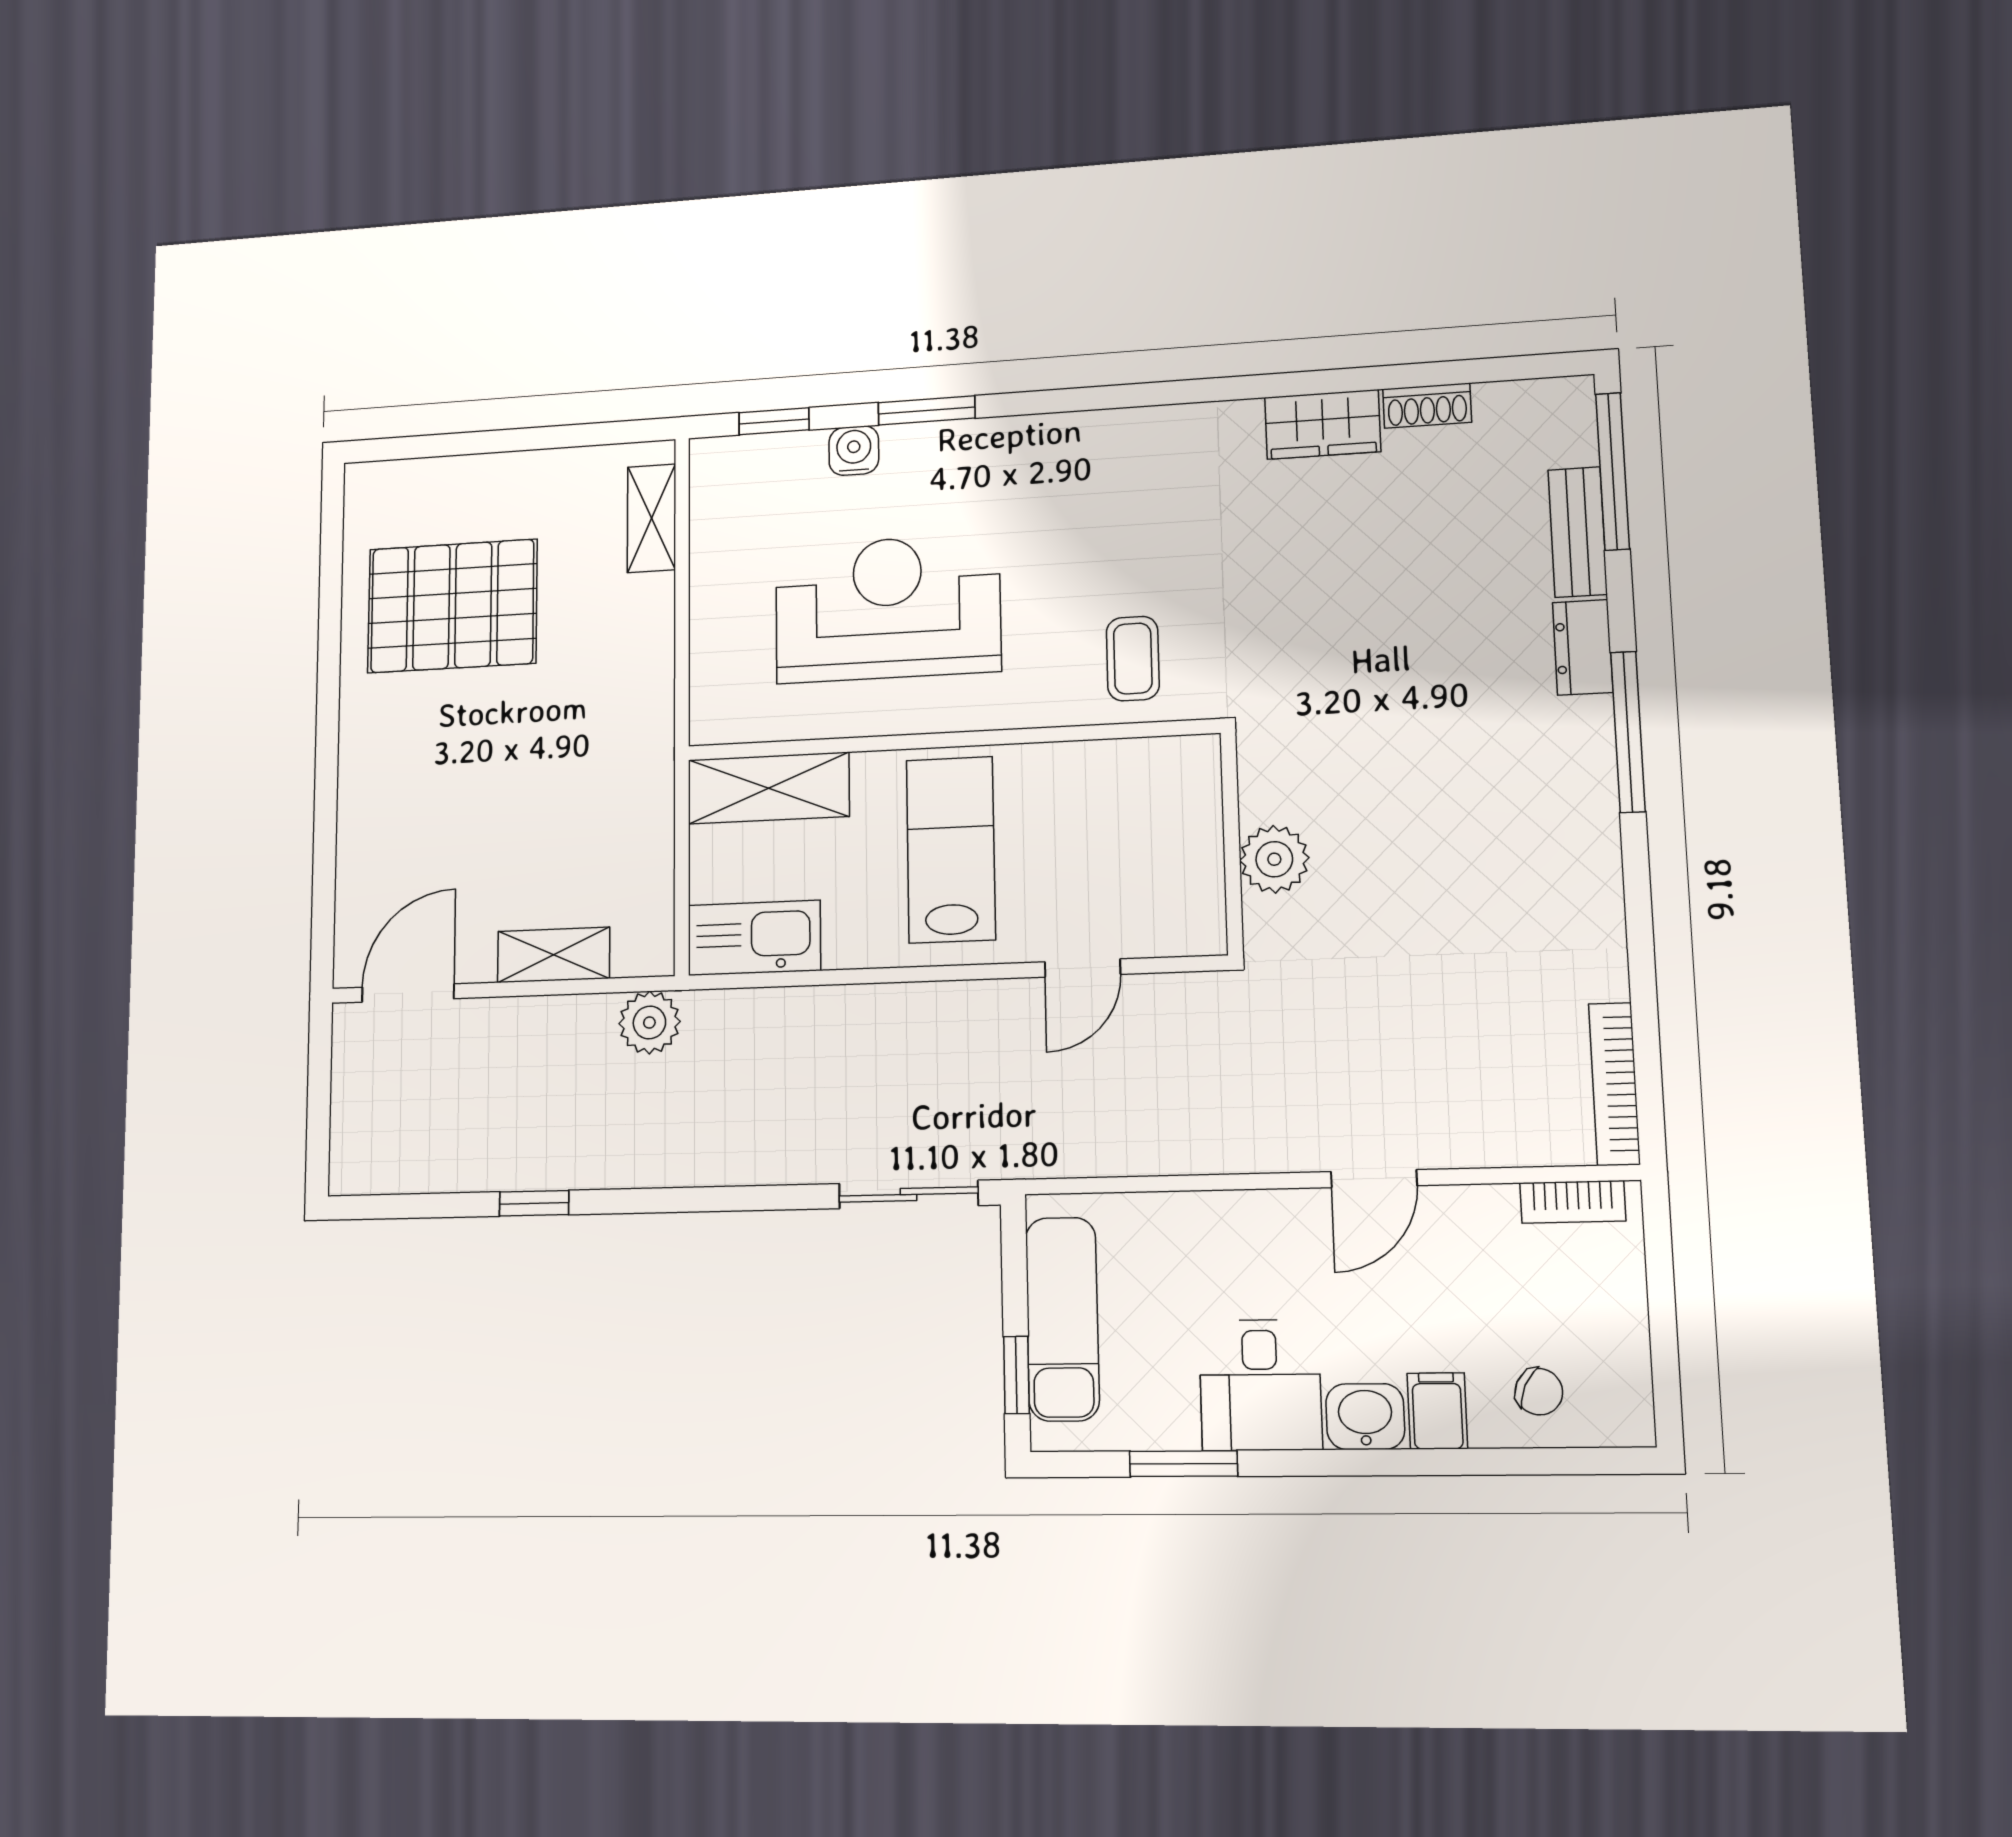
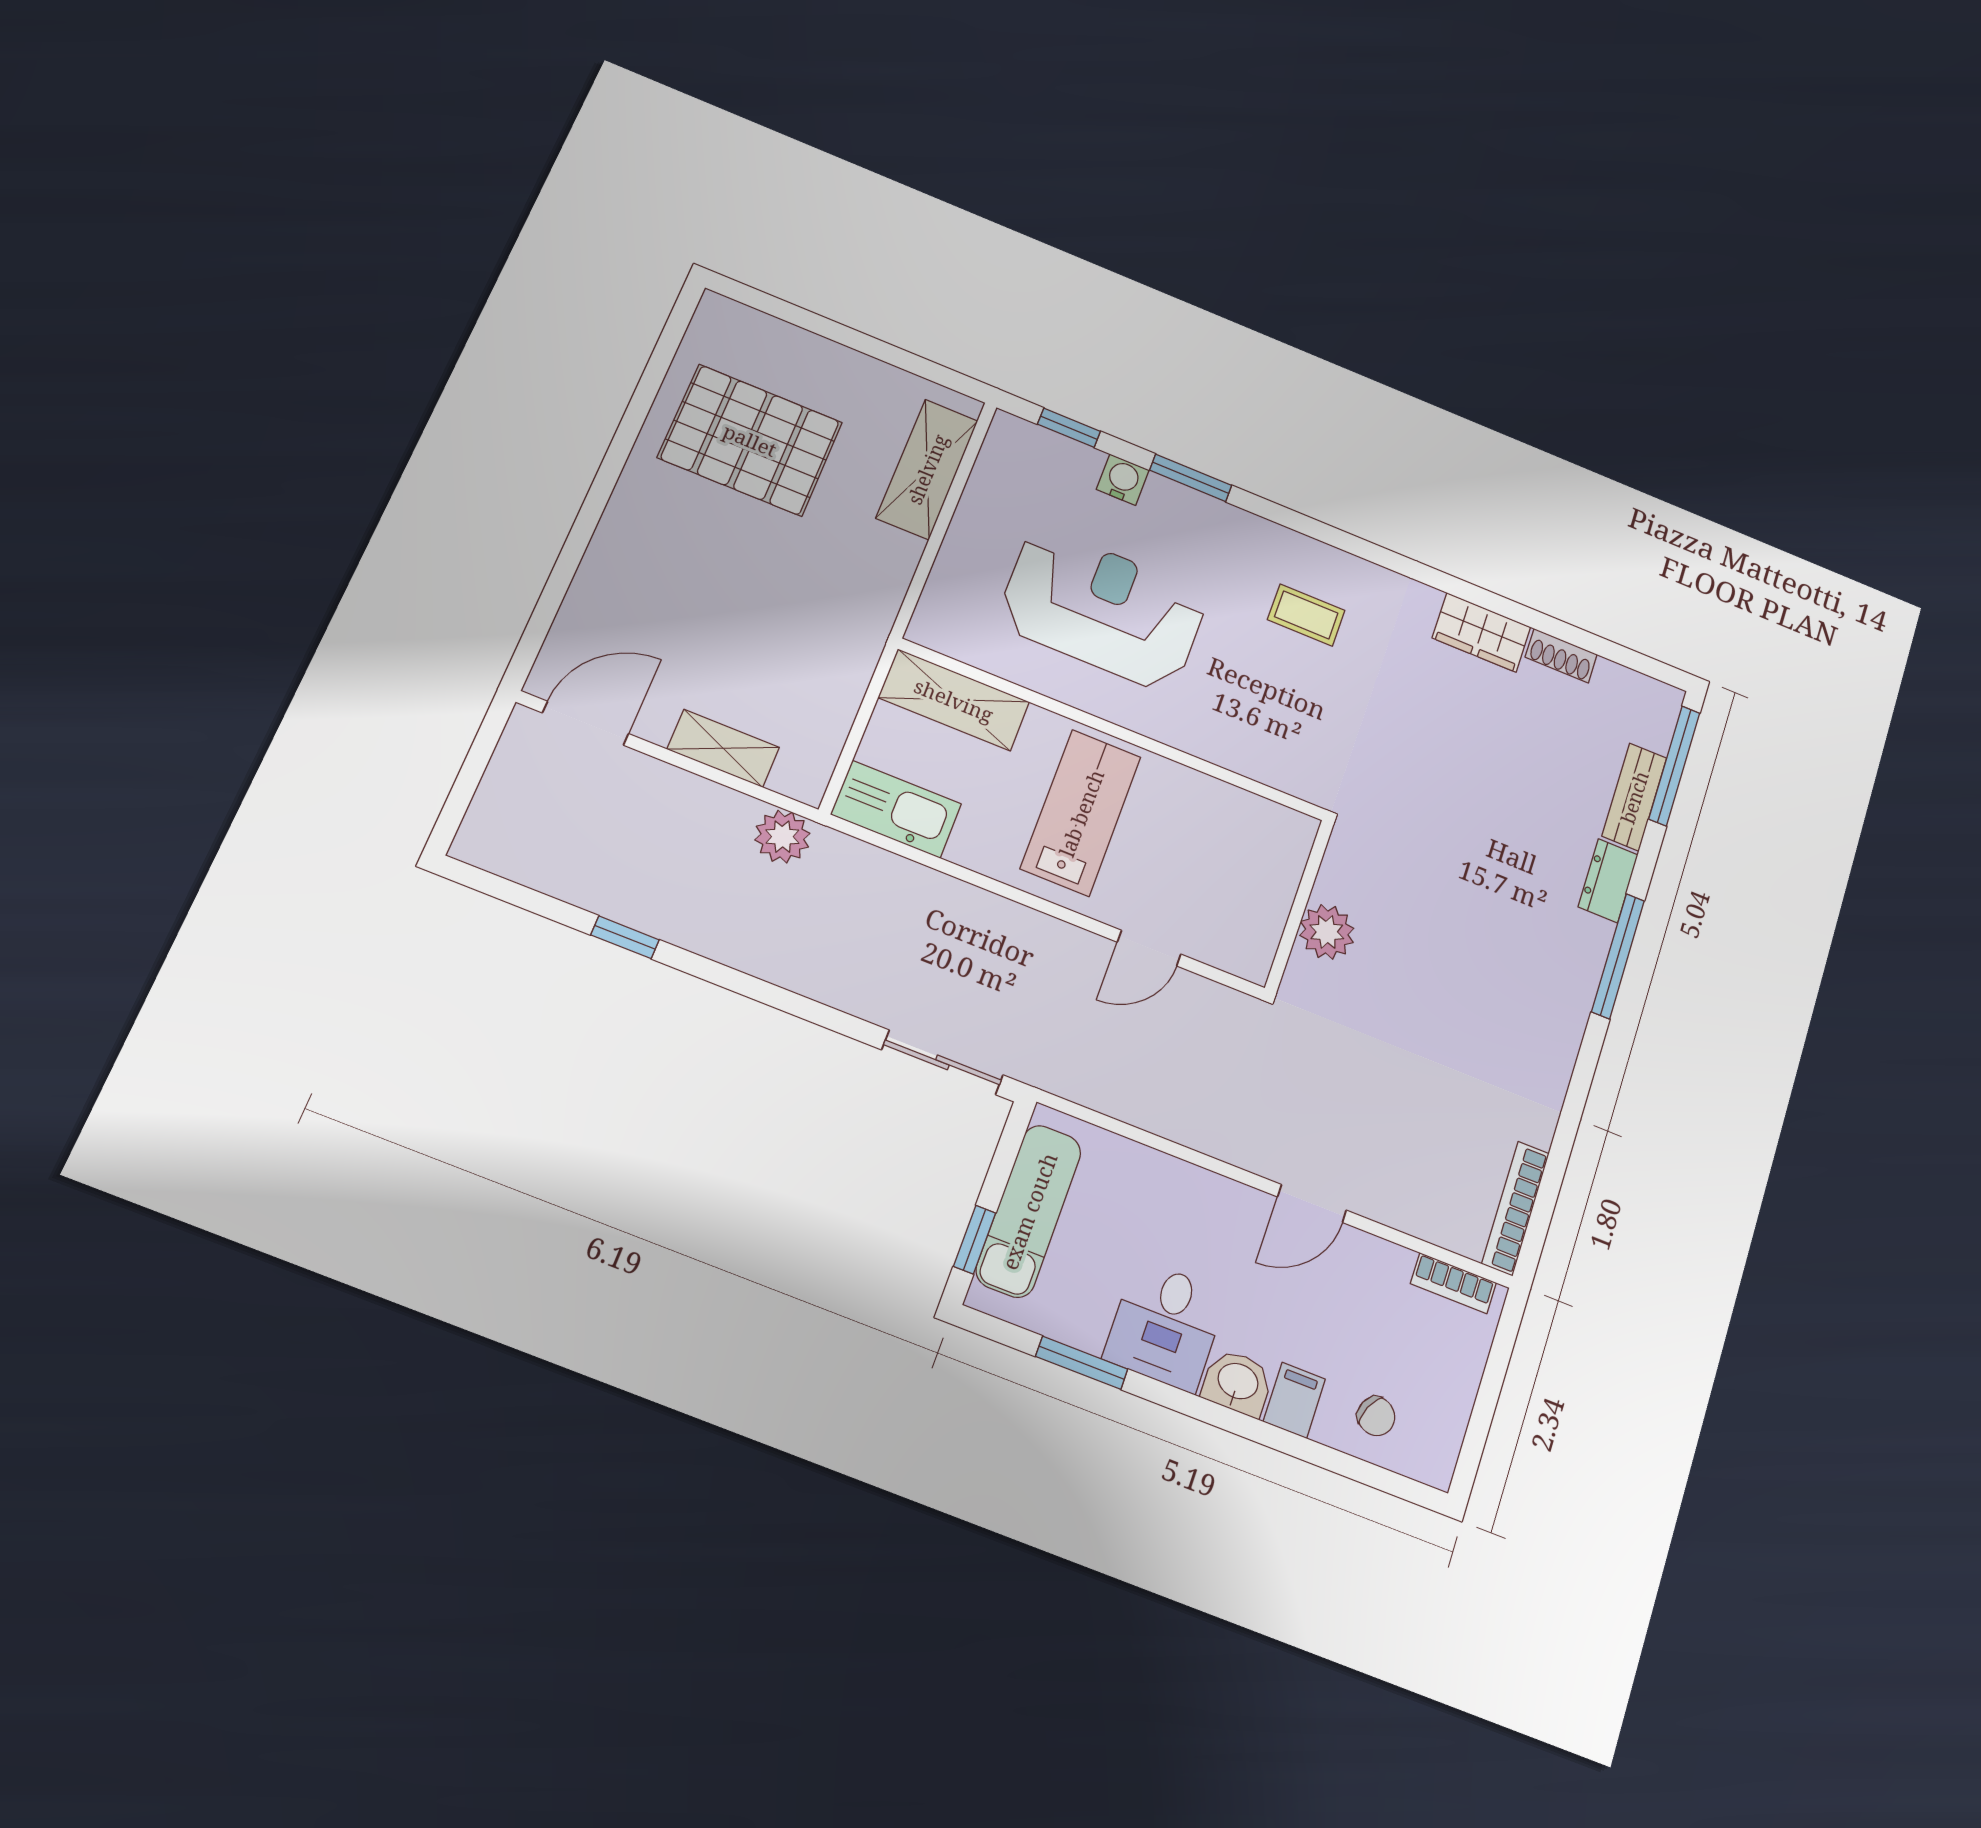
shelving: (651, 518) -> (927, 469), width x1.50, depth x1.33
coffee table: (1133, 659) -> (1306, 615), moved, turned 90

